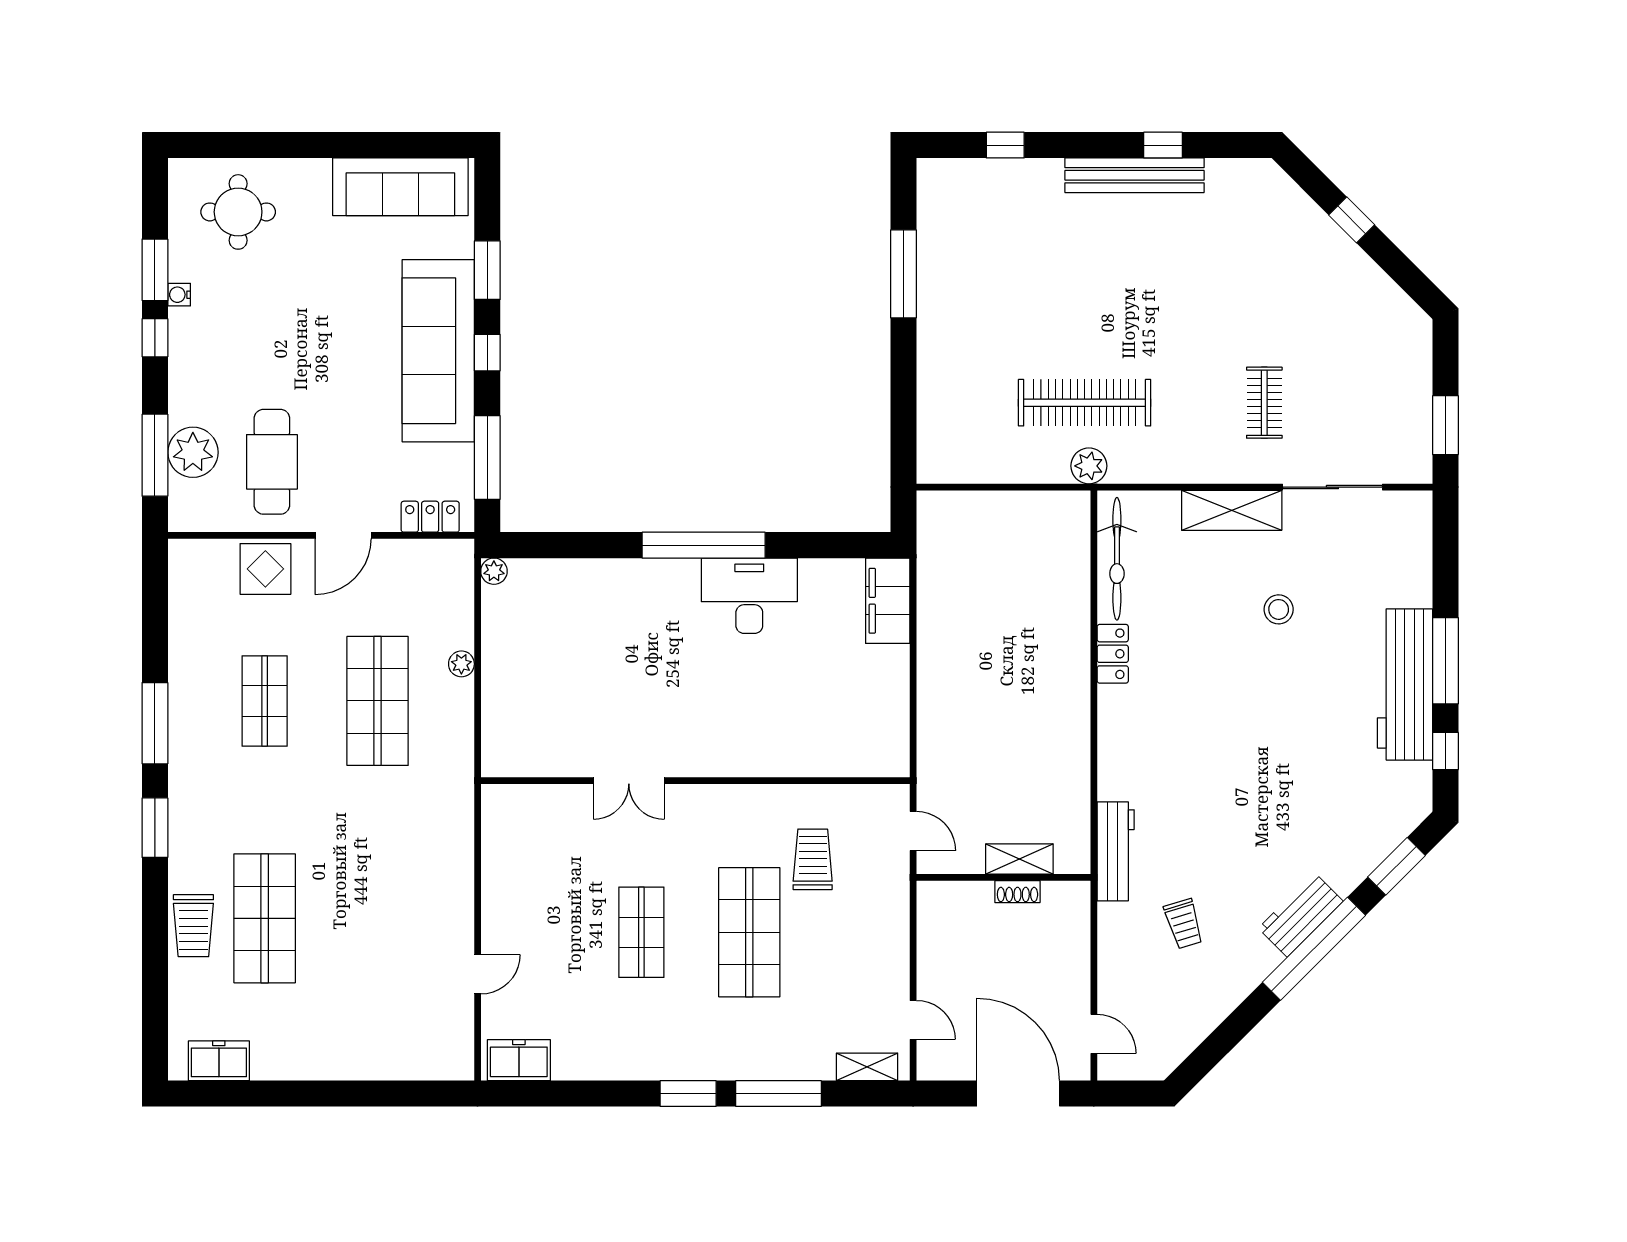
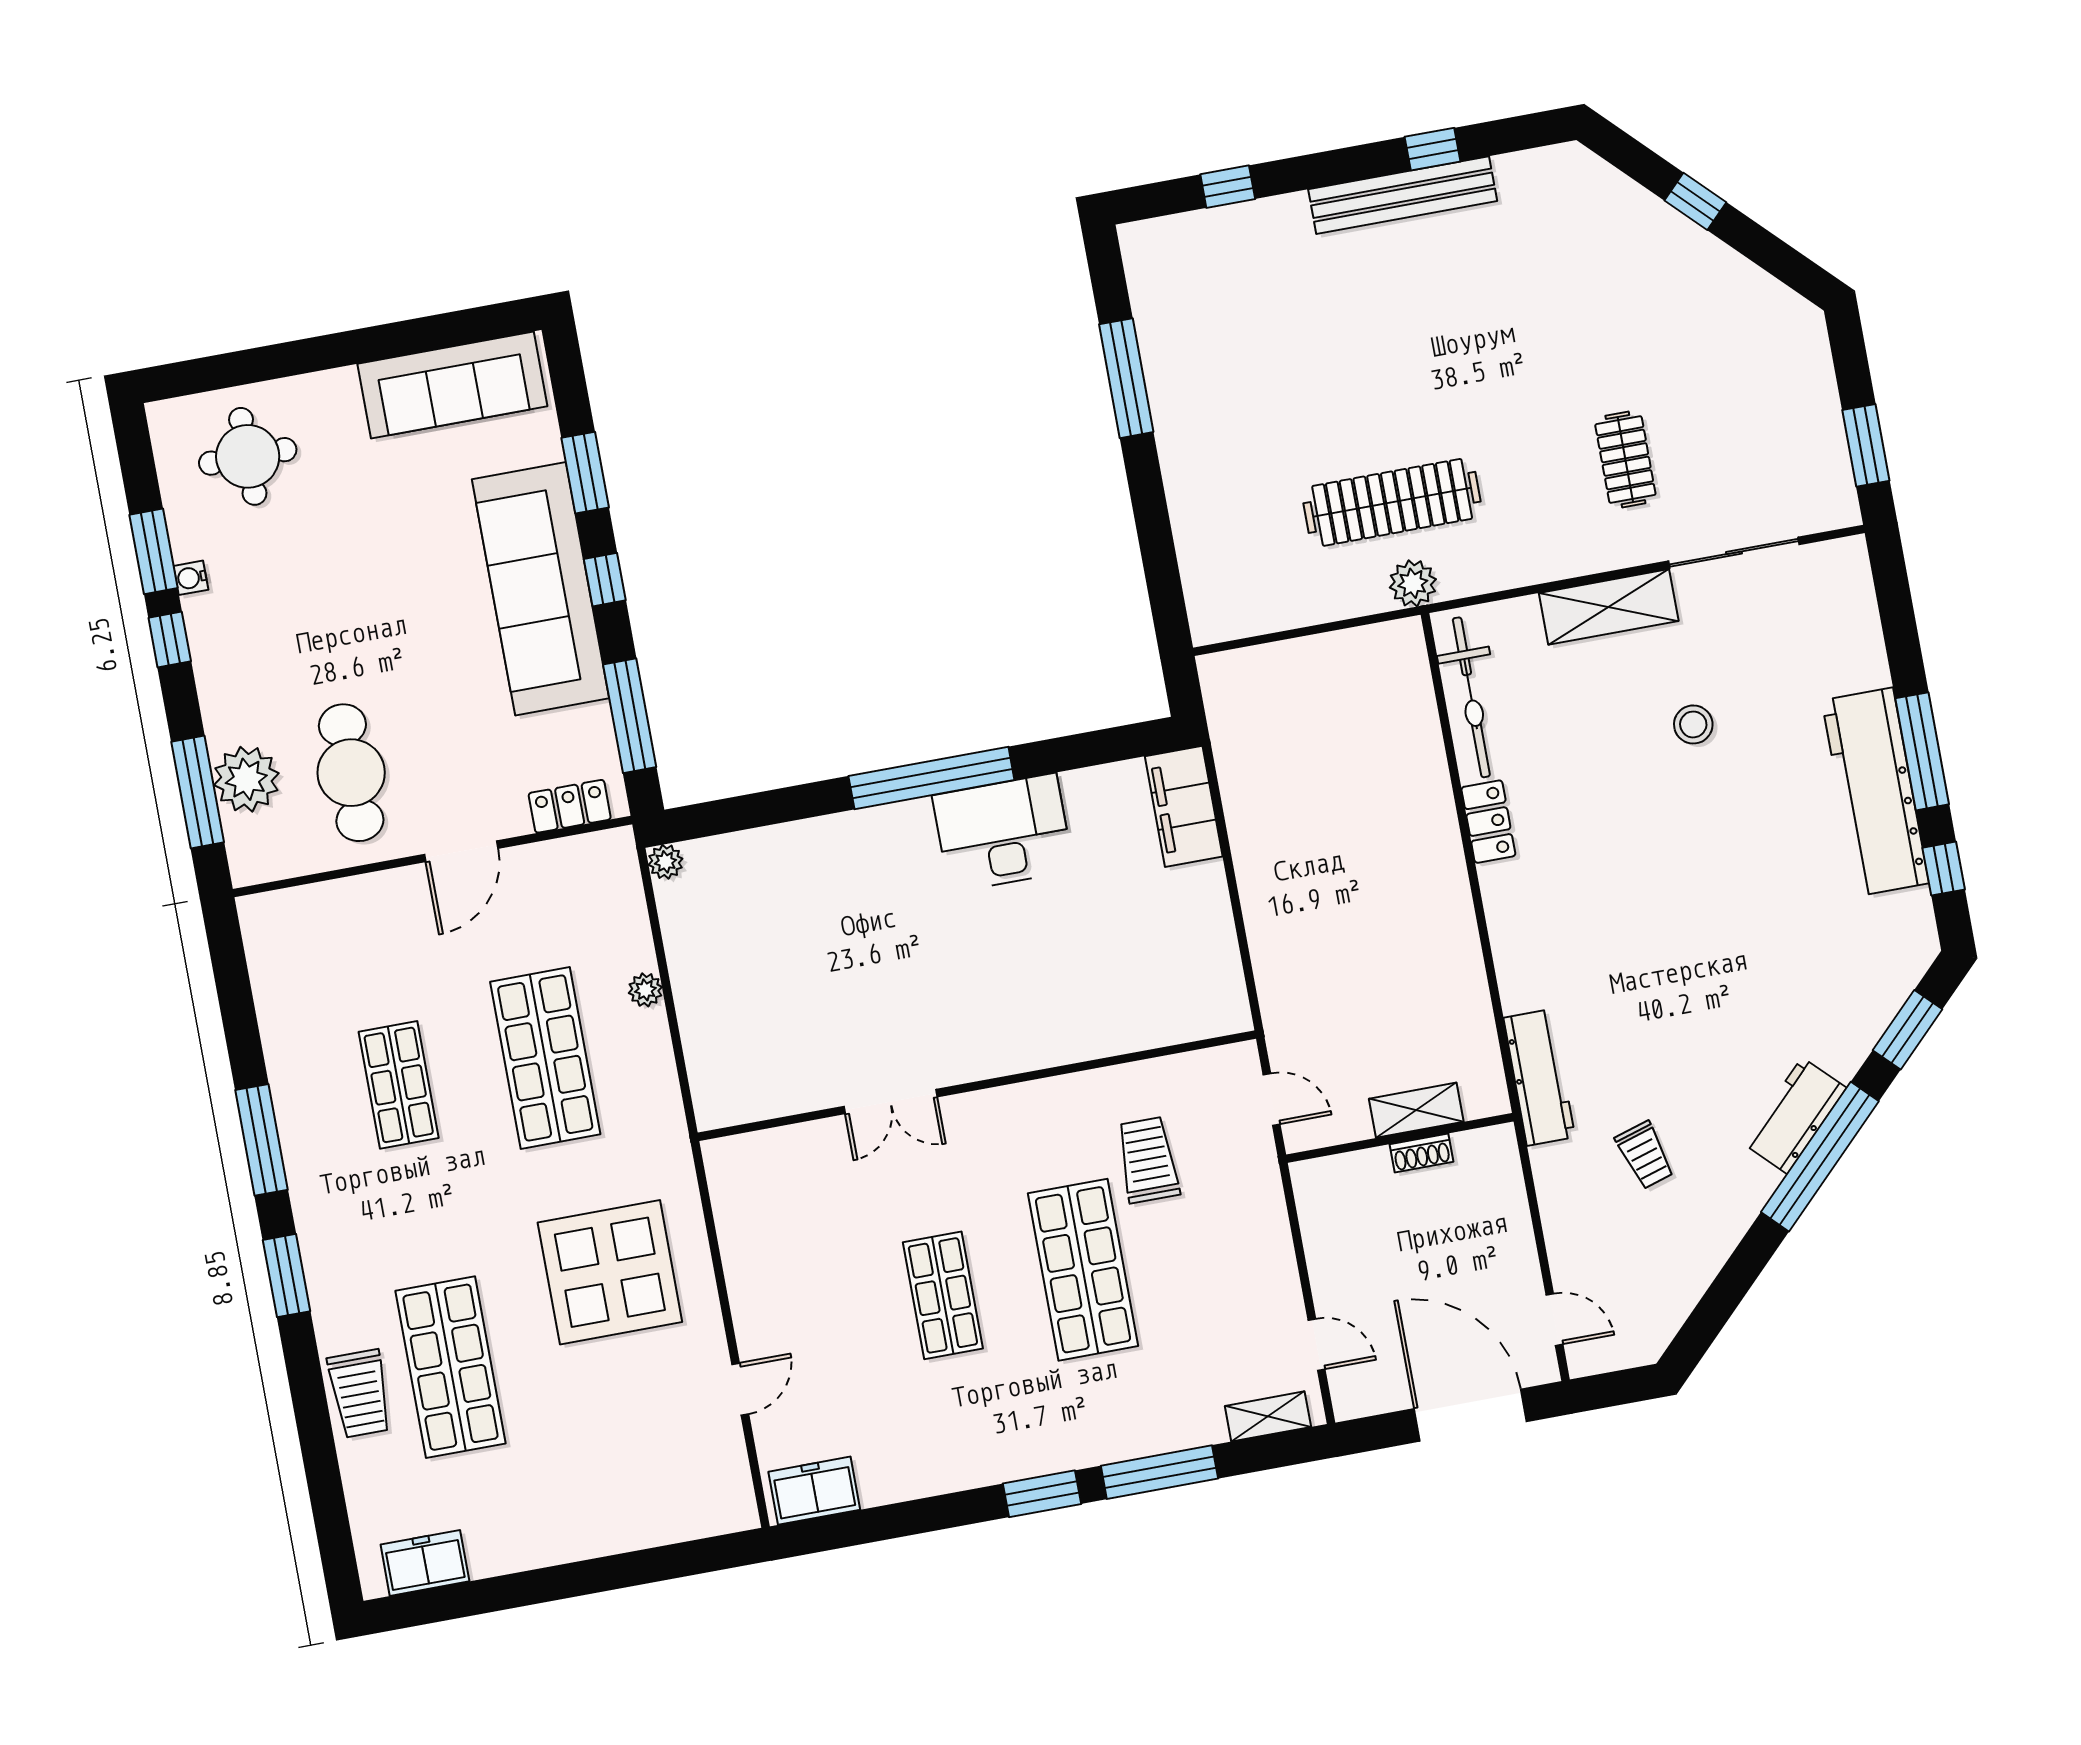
display table: (265, 569) -> (610, 1272), moved, width x1.86, depth x1.86

